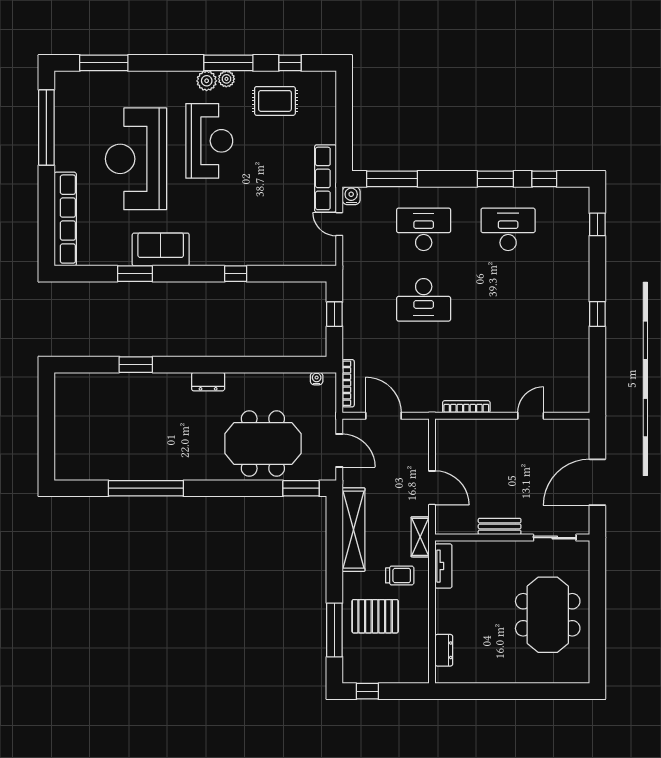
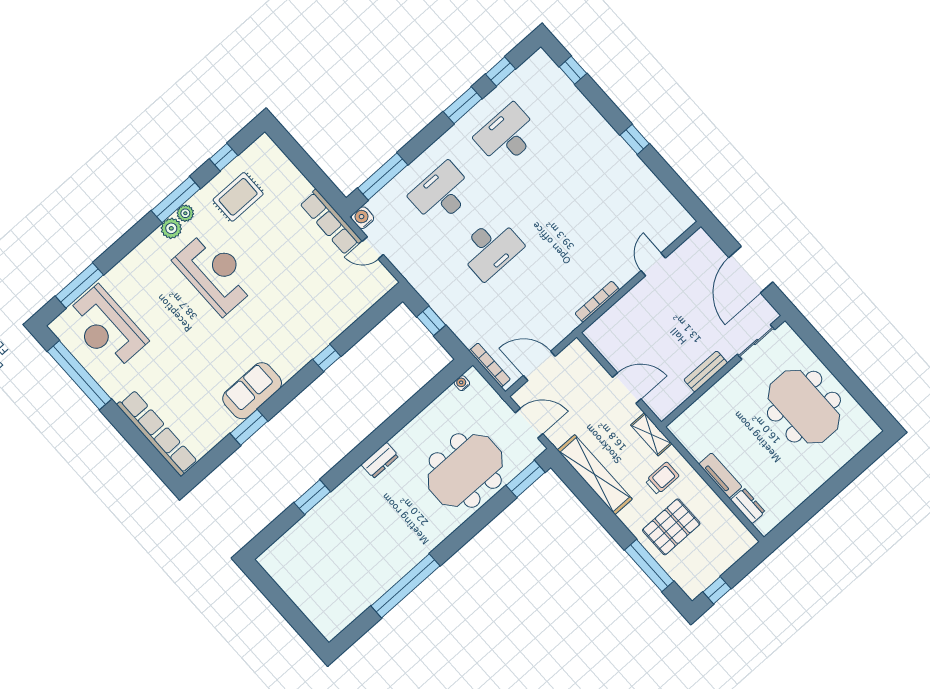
reception desk: (136, 159) -> (106, 328), moved, width x0.74, depth x0.77
tv unit: (443, 566) -> (720, 475), moved

